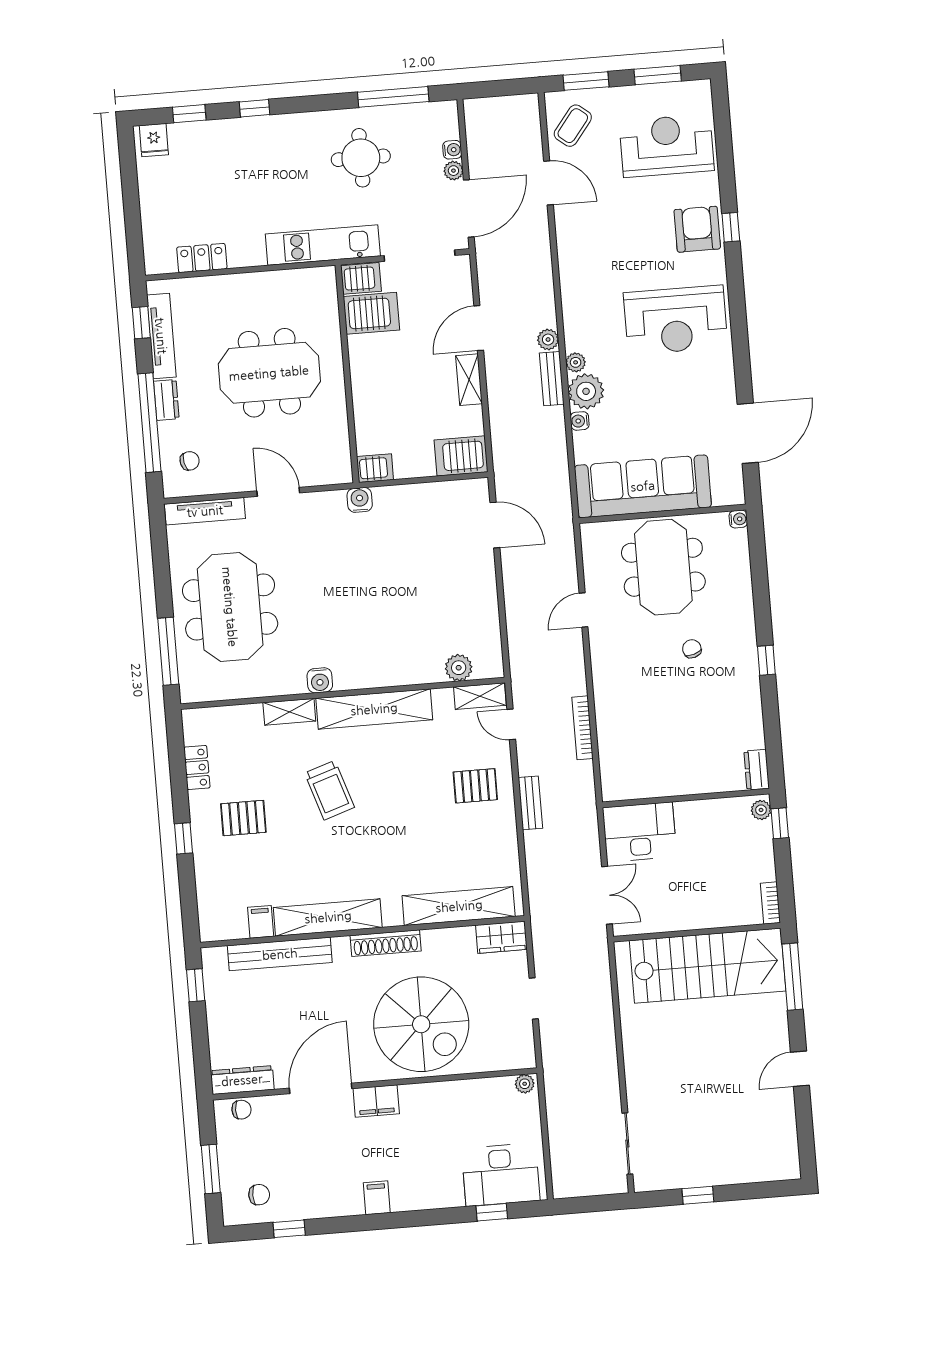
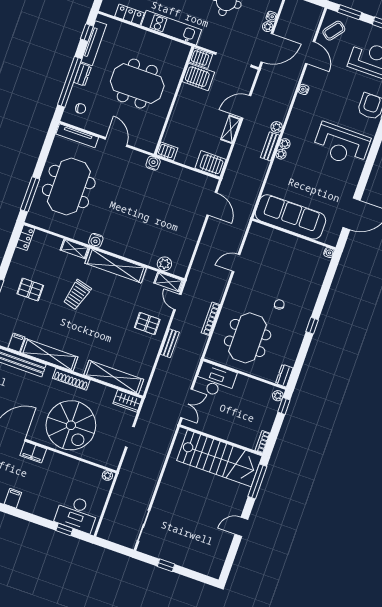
kitchen unit: (323, 245) -> (171, 28), moved
plant: (586, 391) -> (281, 154), width x0.53, depth x0.53
water cooler: (580, 421) -> (304, 89), moved
meeting table: (663, 567) -> (248, 338), moved
locker: (197, 768) -> (25, 238), moved
trolley: (329, 790) -> (77, 295), turned 33

